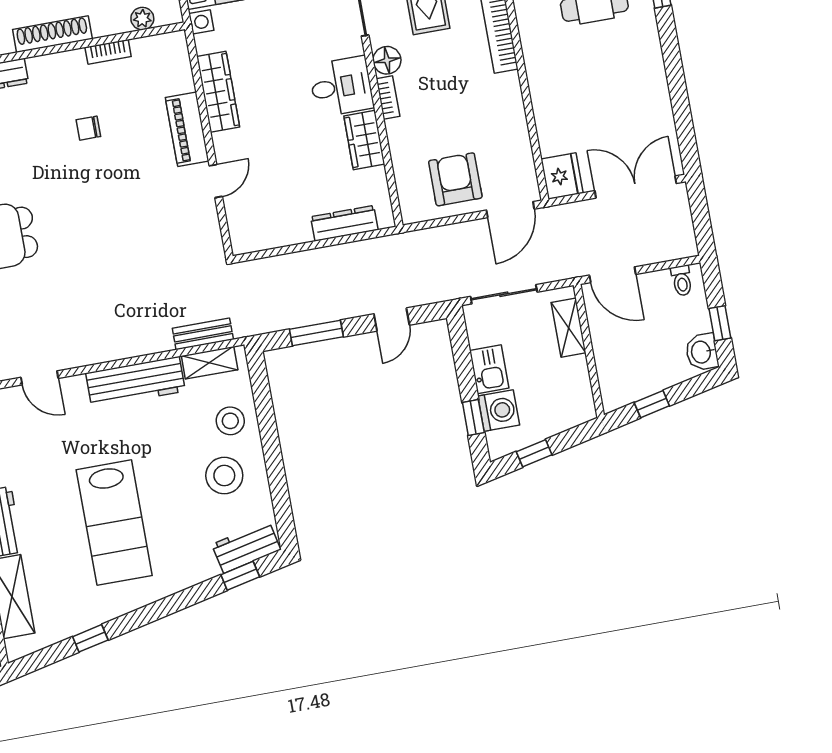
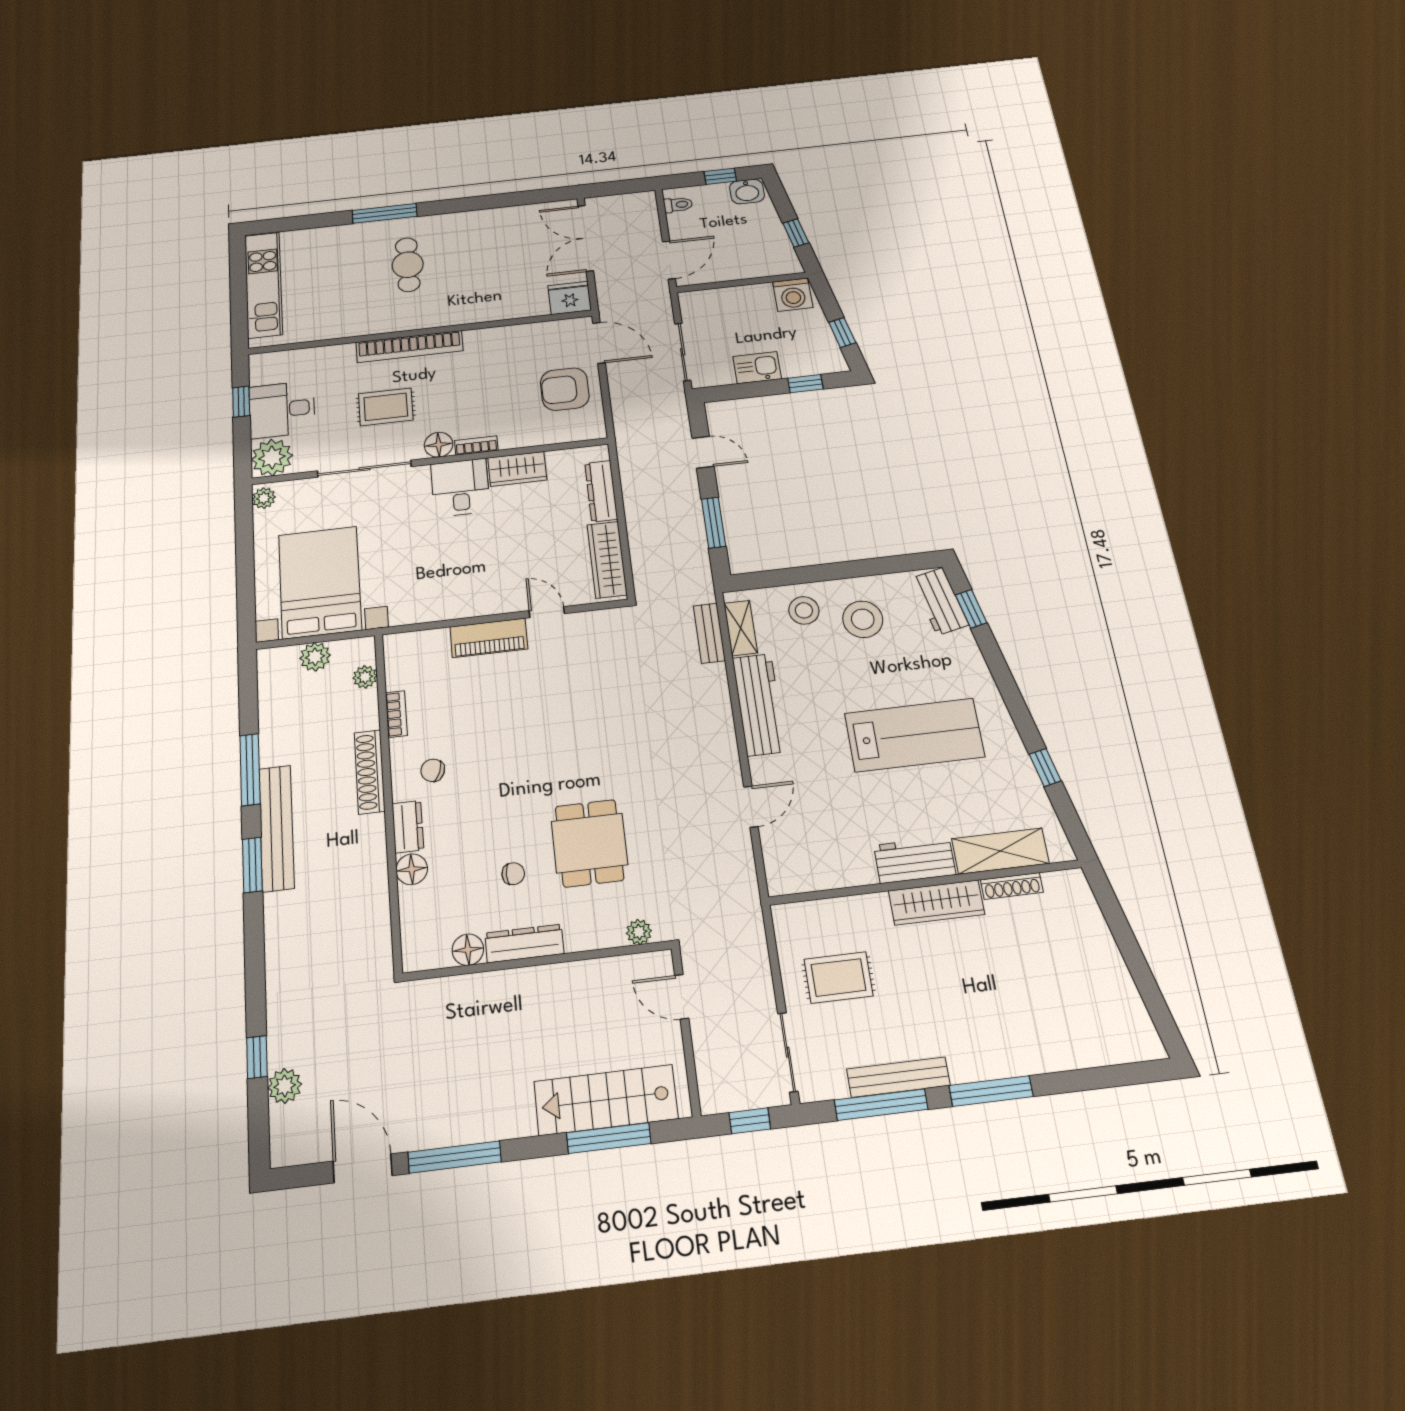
wardrobe: (218, 92) -> (607, 560), moved, turned -90
chair: (88, 128) -> (433, 770), moved, turned 111
shelving: (569, 328) -> (719, 298), removed
washing machine: (499, 411) -> (793, 295), moved, turned 180

